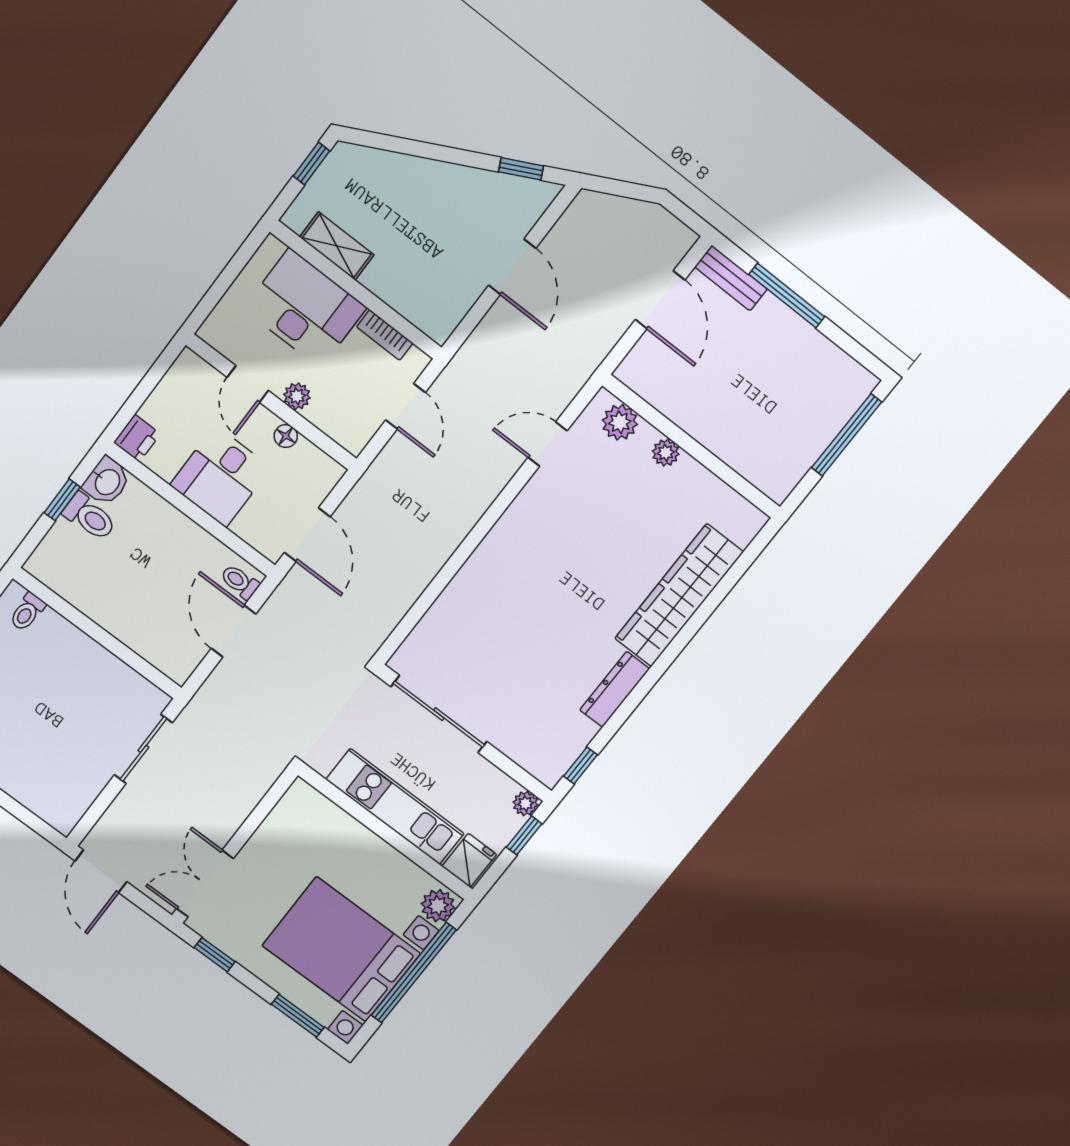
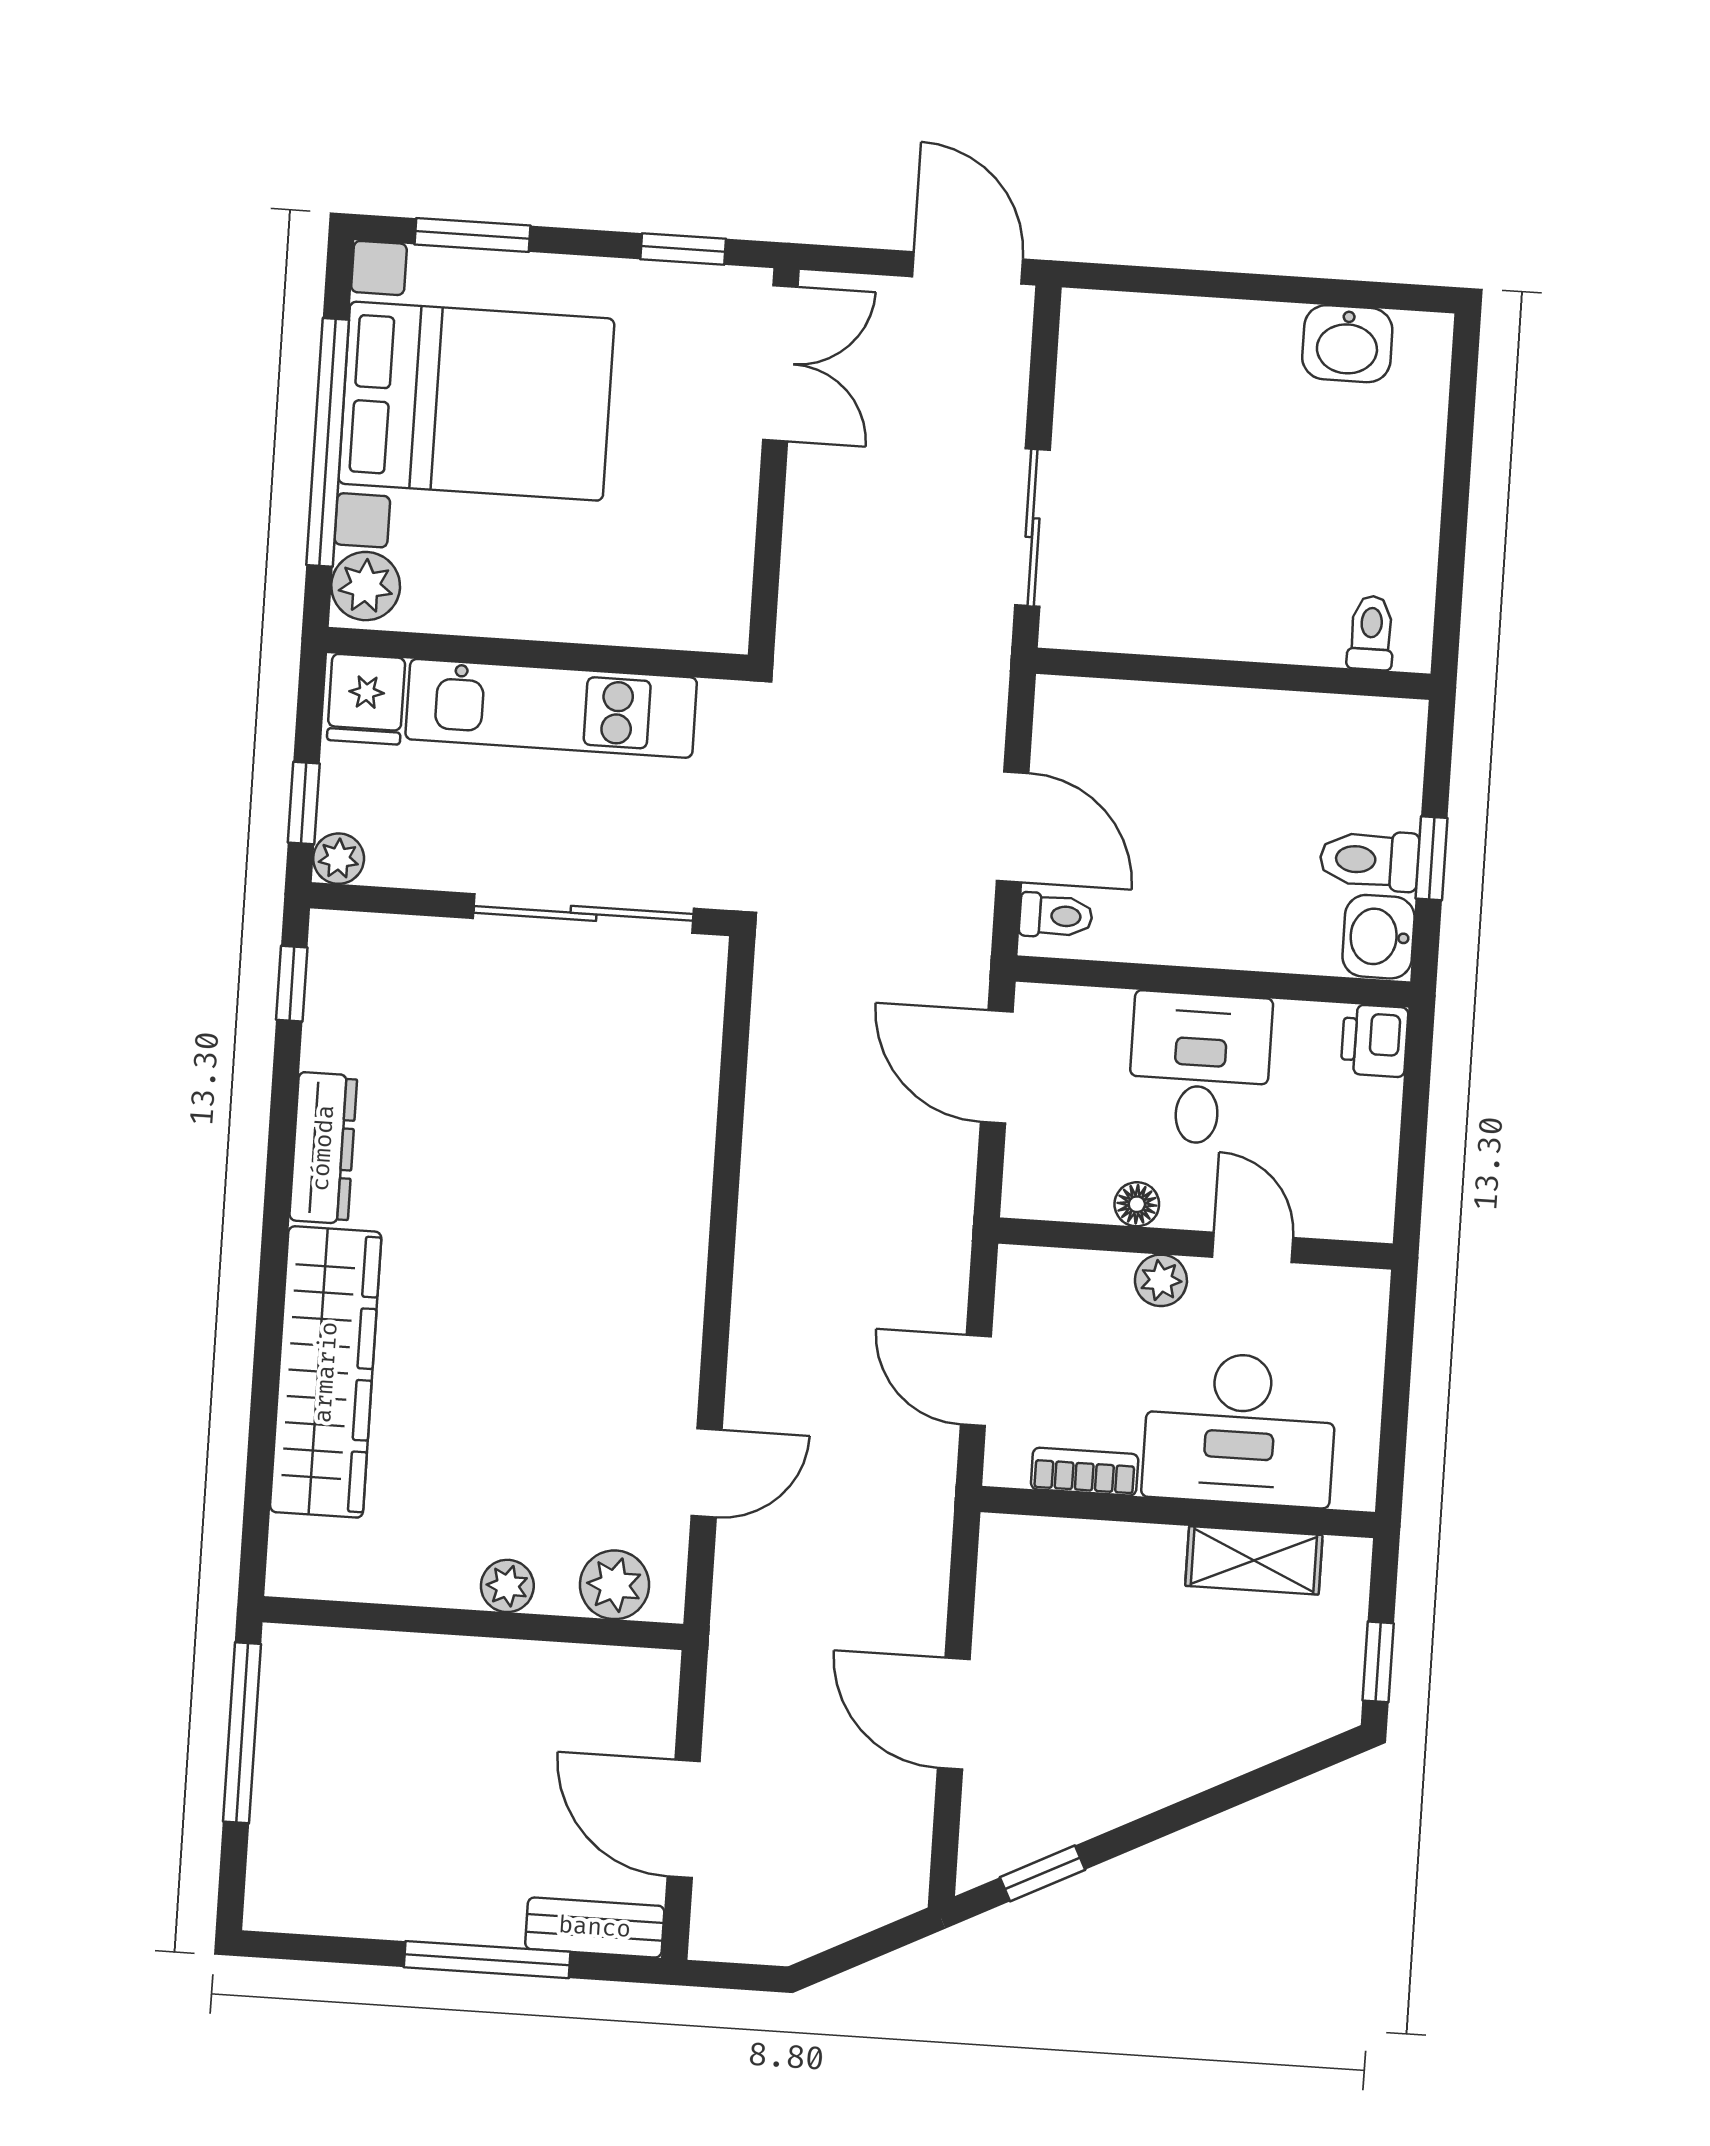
window: (847, 435) -> (242, 1733), moved

